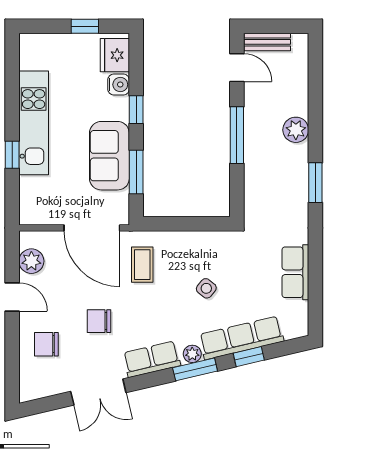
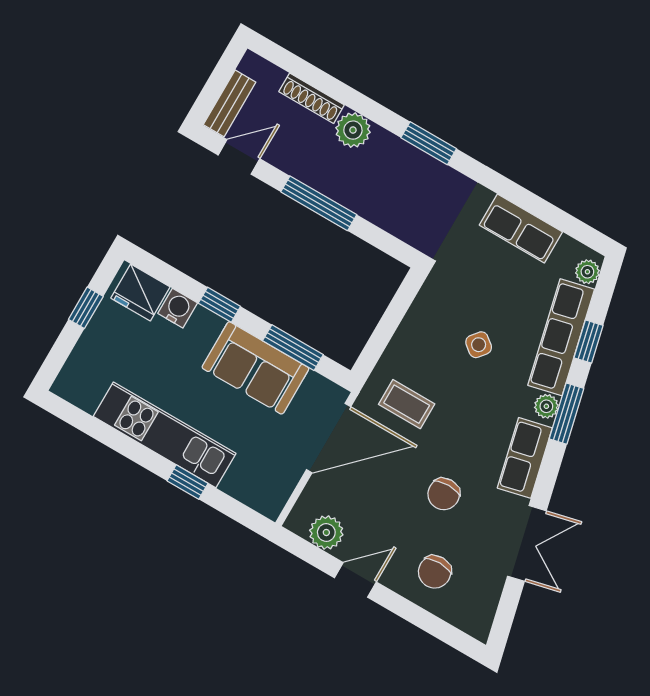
shoe rack: (301, 92) -> (312, 98), added
plant: (292, 330) -> (587, 272), added

